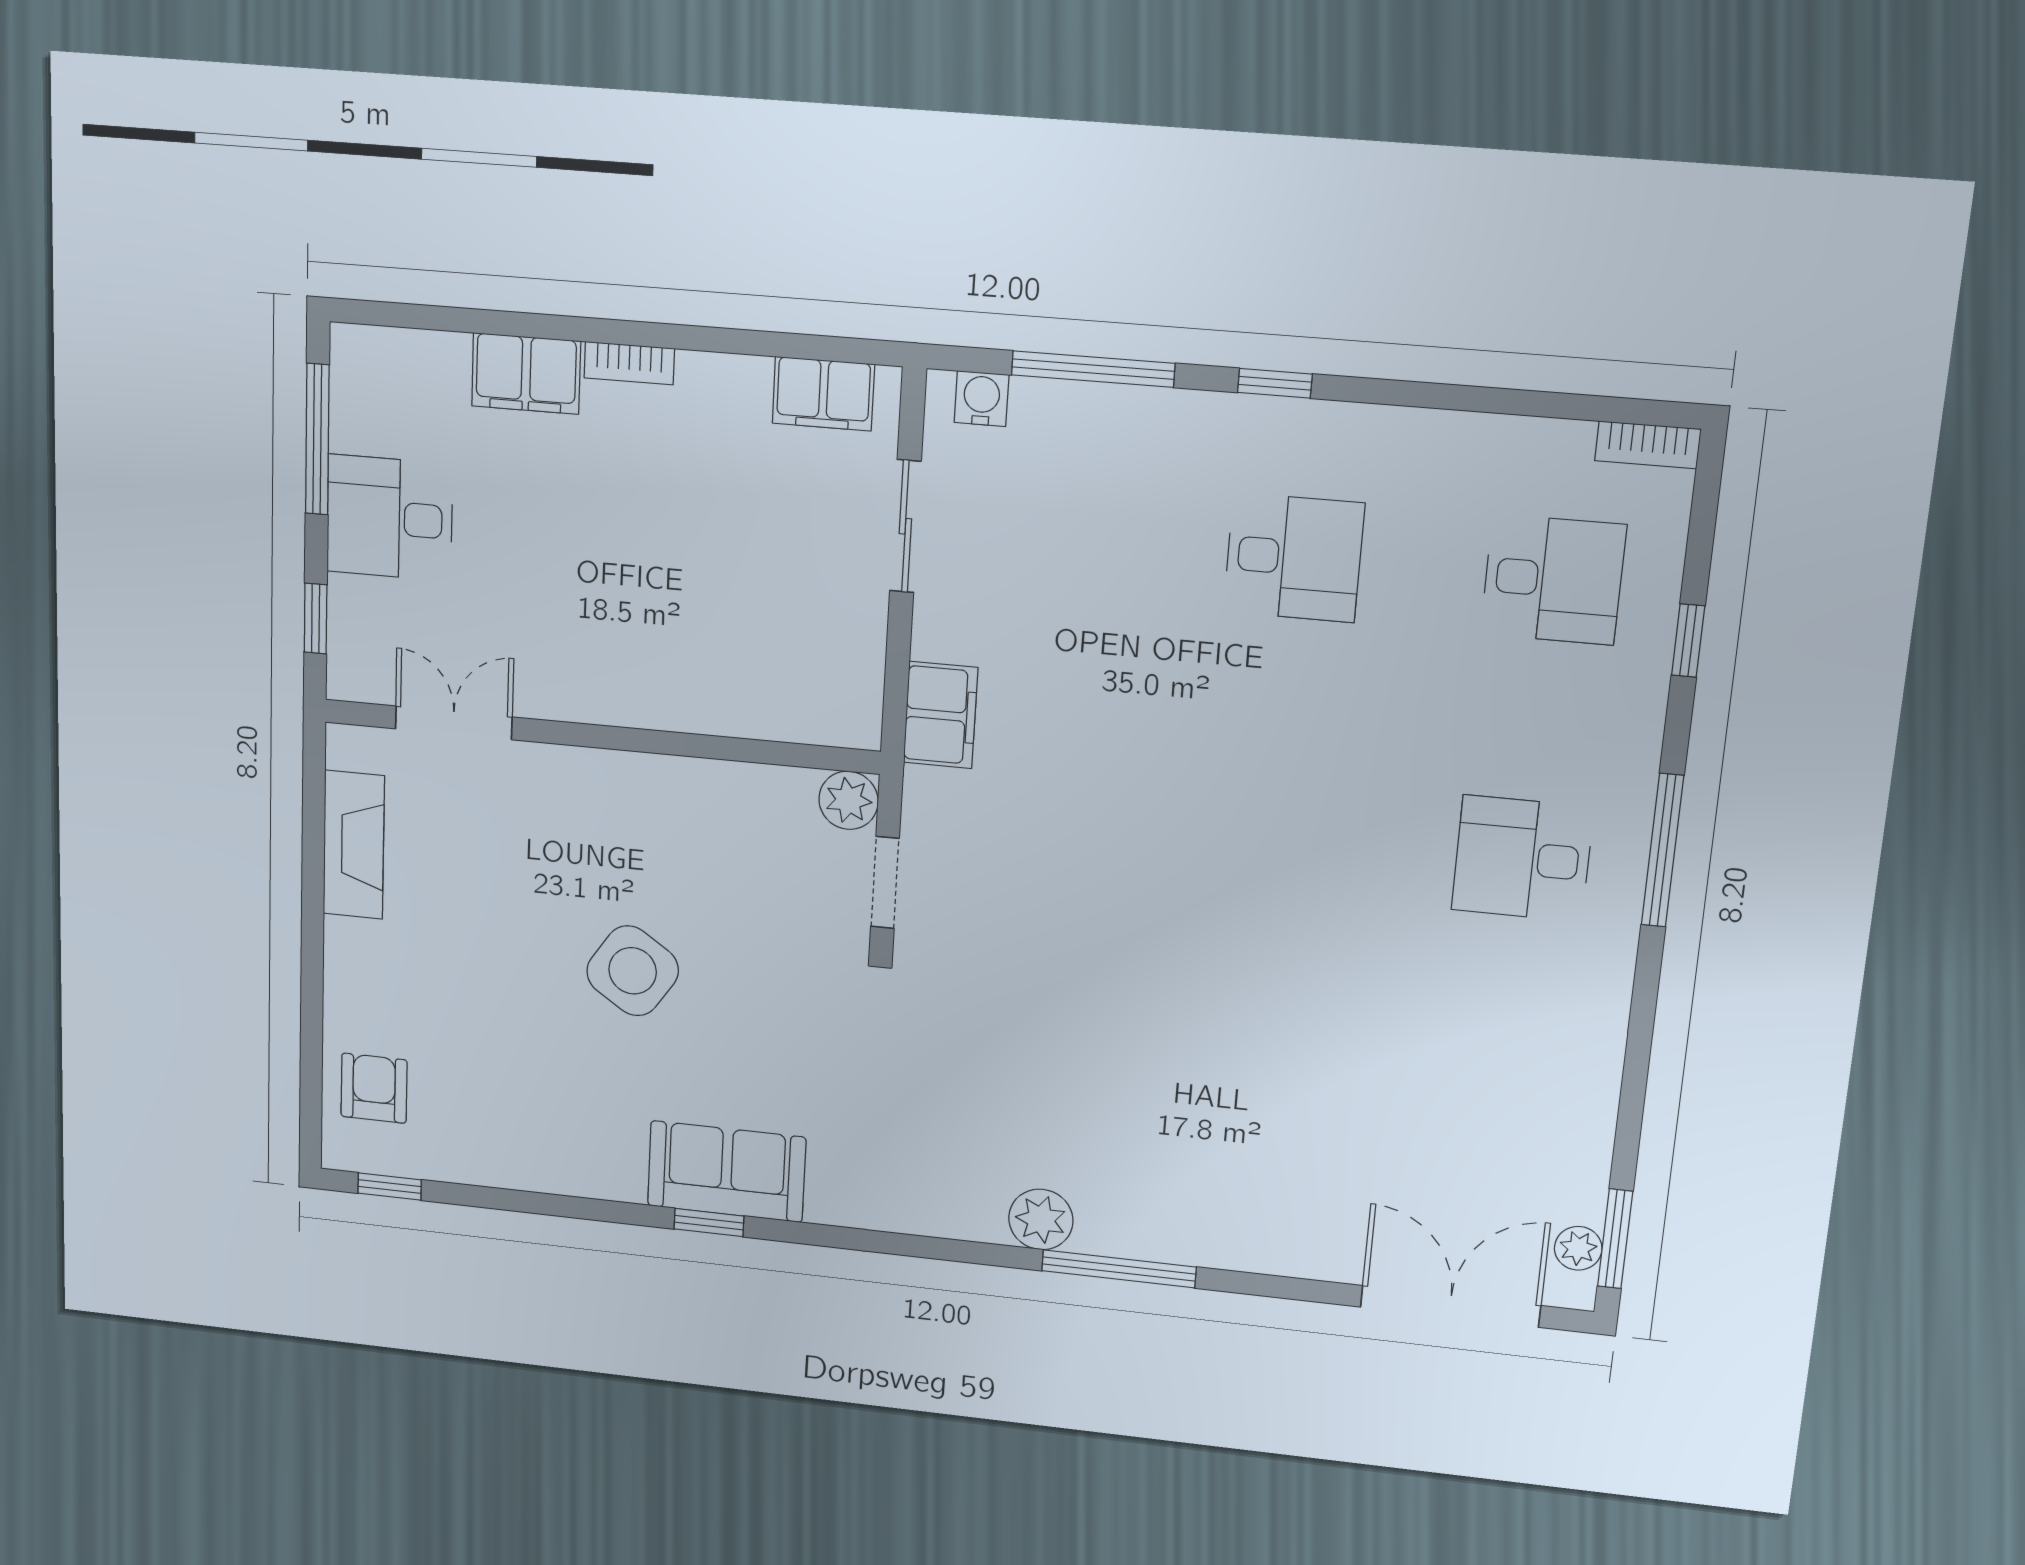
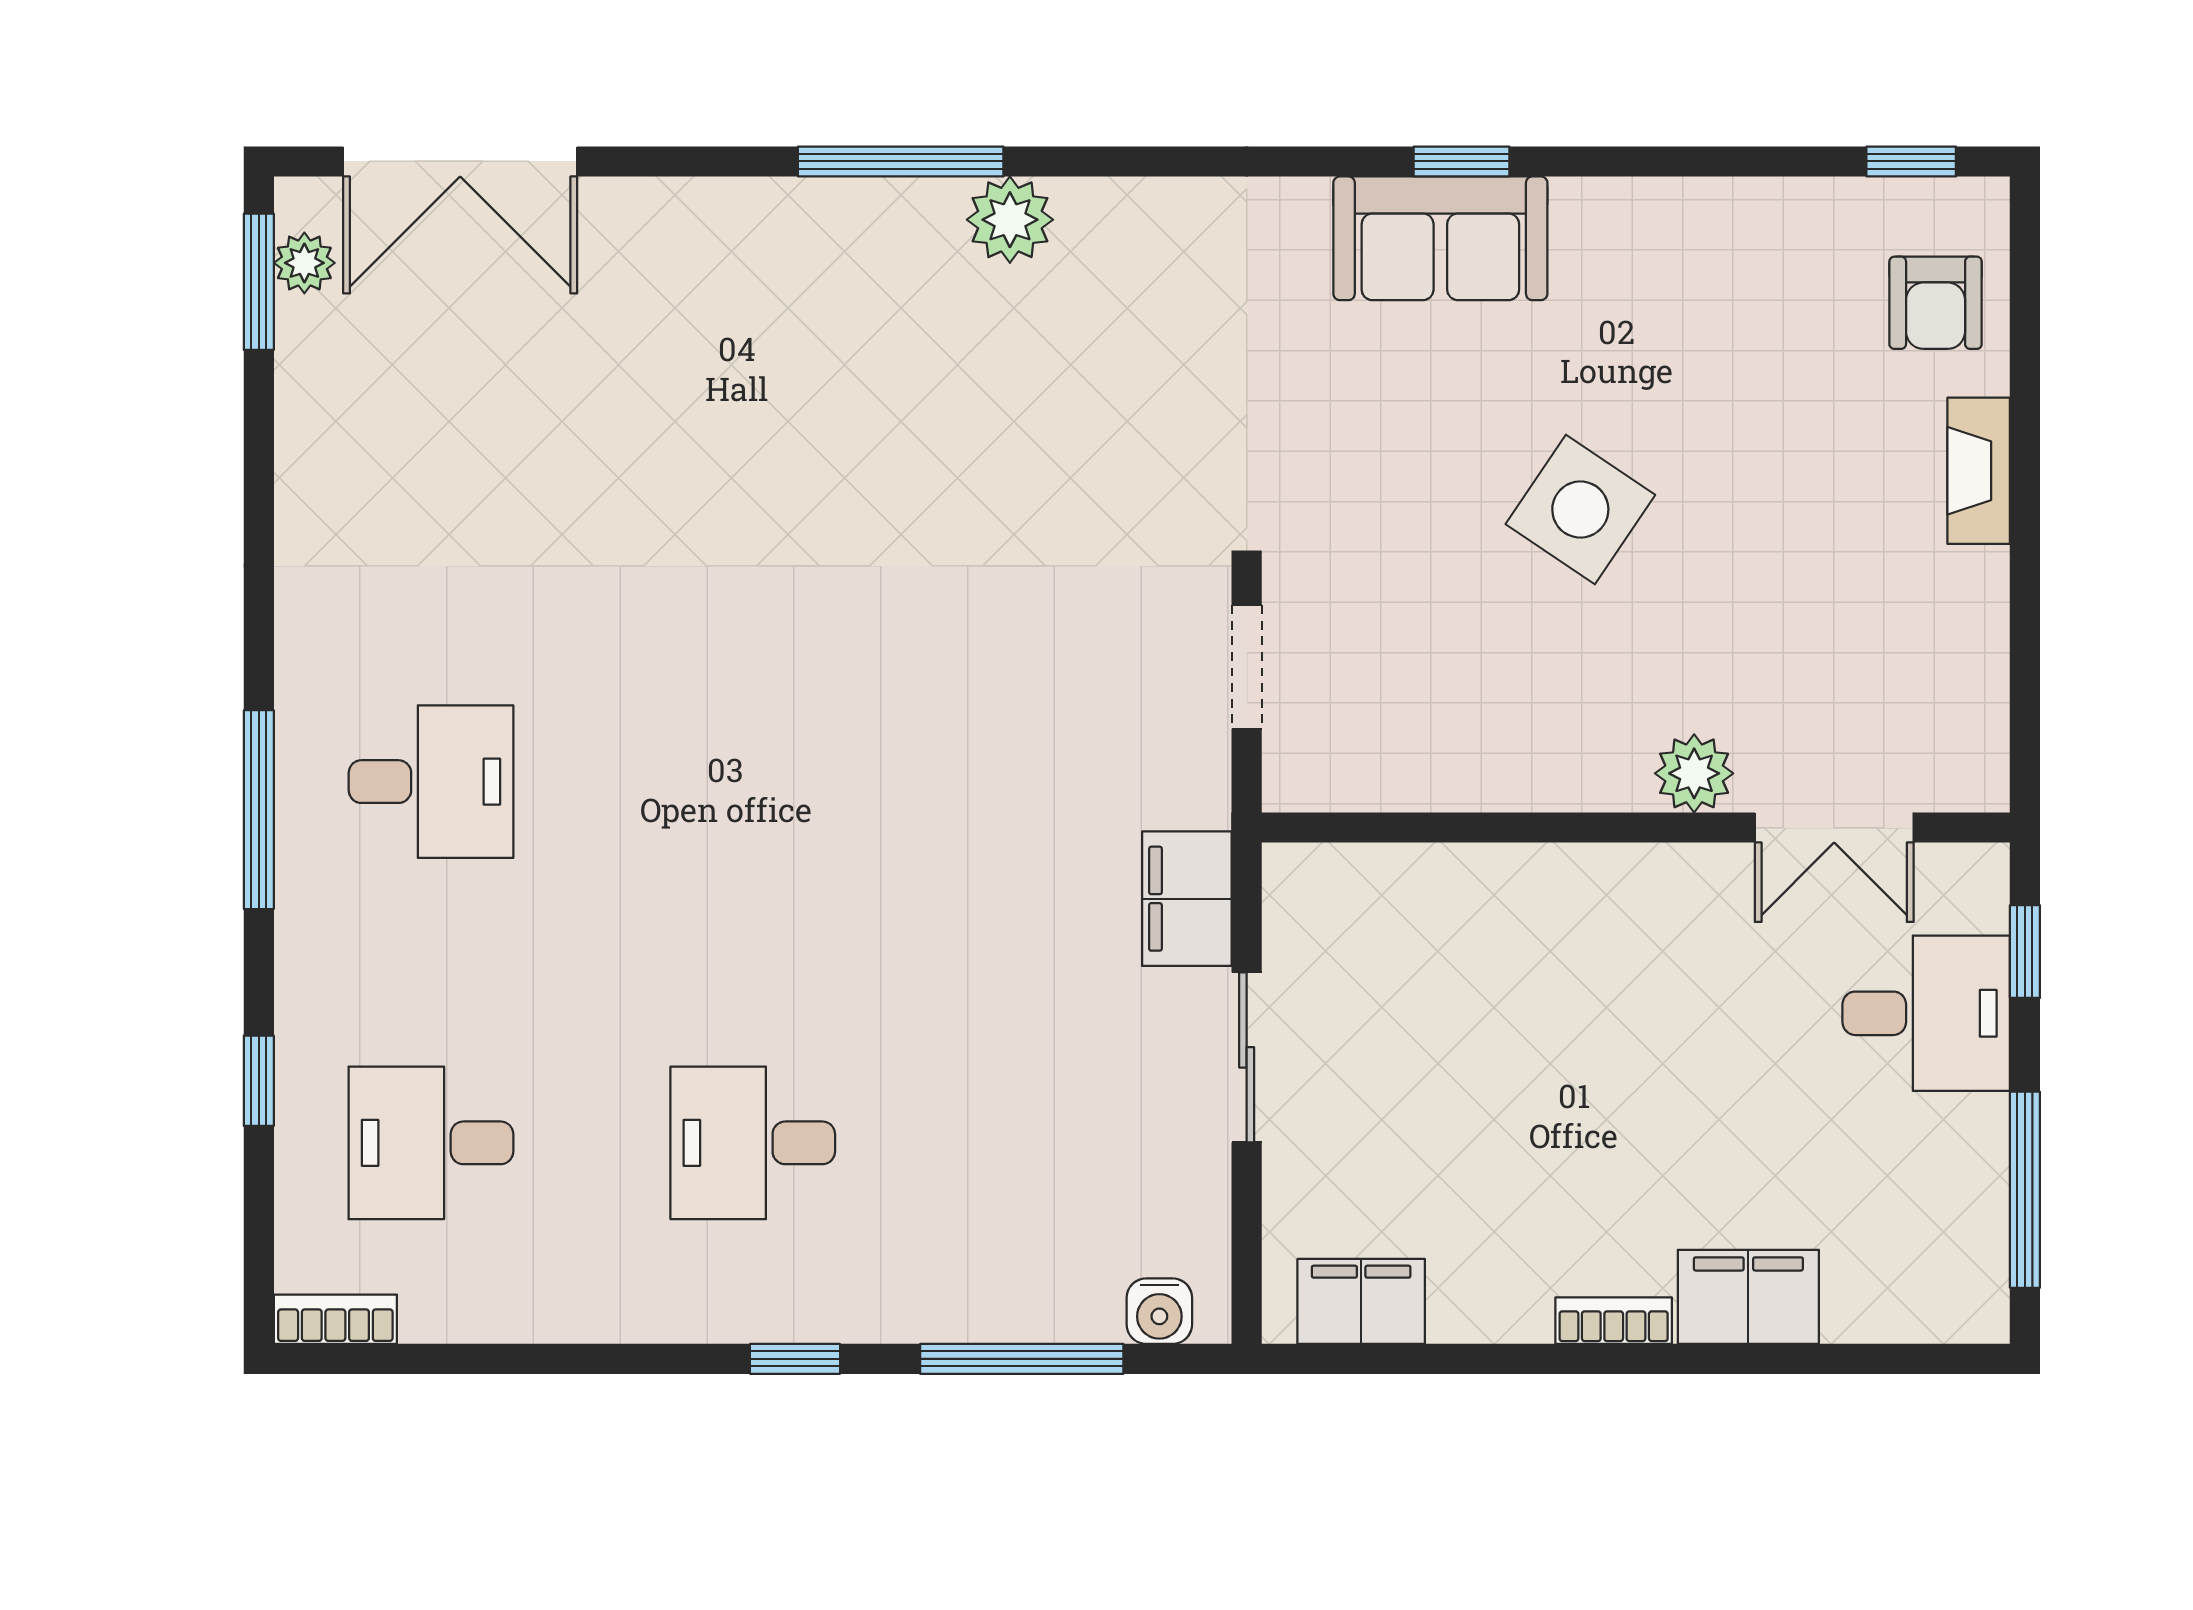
desk: (389, 518) -> (1926, 1013), moved
sliding door: (905, 526) -> (1247, 1057), moved
plant: (849, 800) -> (1694, 773), moved
fireplace: (354, 845) -> (1979, 471), moved, width x0.73, depth x0.76

